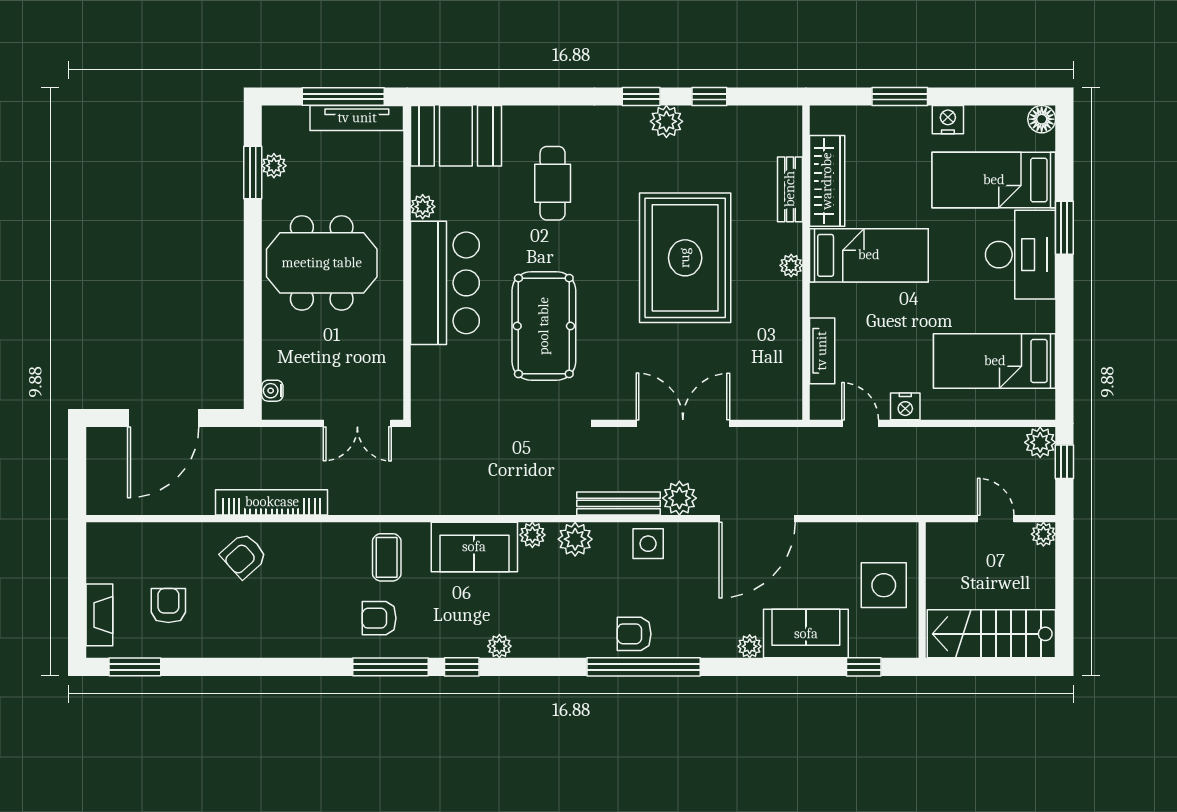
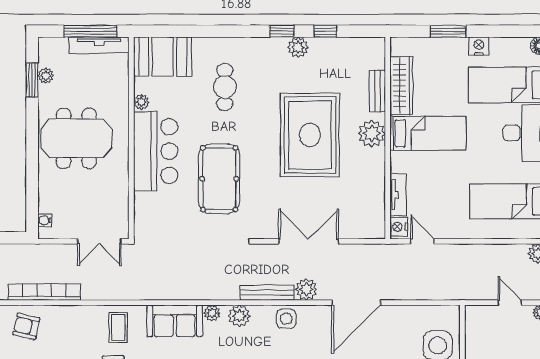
plant: (791, 265) -> (372, 133), width x1.87, depth x1.87
nightstand: (905, 406) -> (399, 227), moved, turned 90
armchair: (244, 556) -> (26, 326), turned 55

